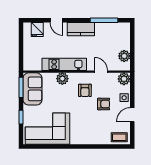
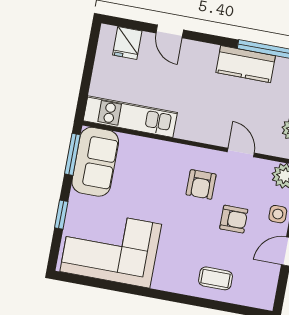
kitchen counter: (81, 29) -> (246, 64), moved
kitchen unit: (64, 64) -> (130, 117), moved
plant: (62, 79) -> (160, 152), removed
coffee table: (119, 137) -> (215, 278), moved

